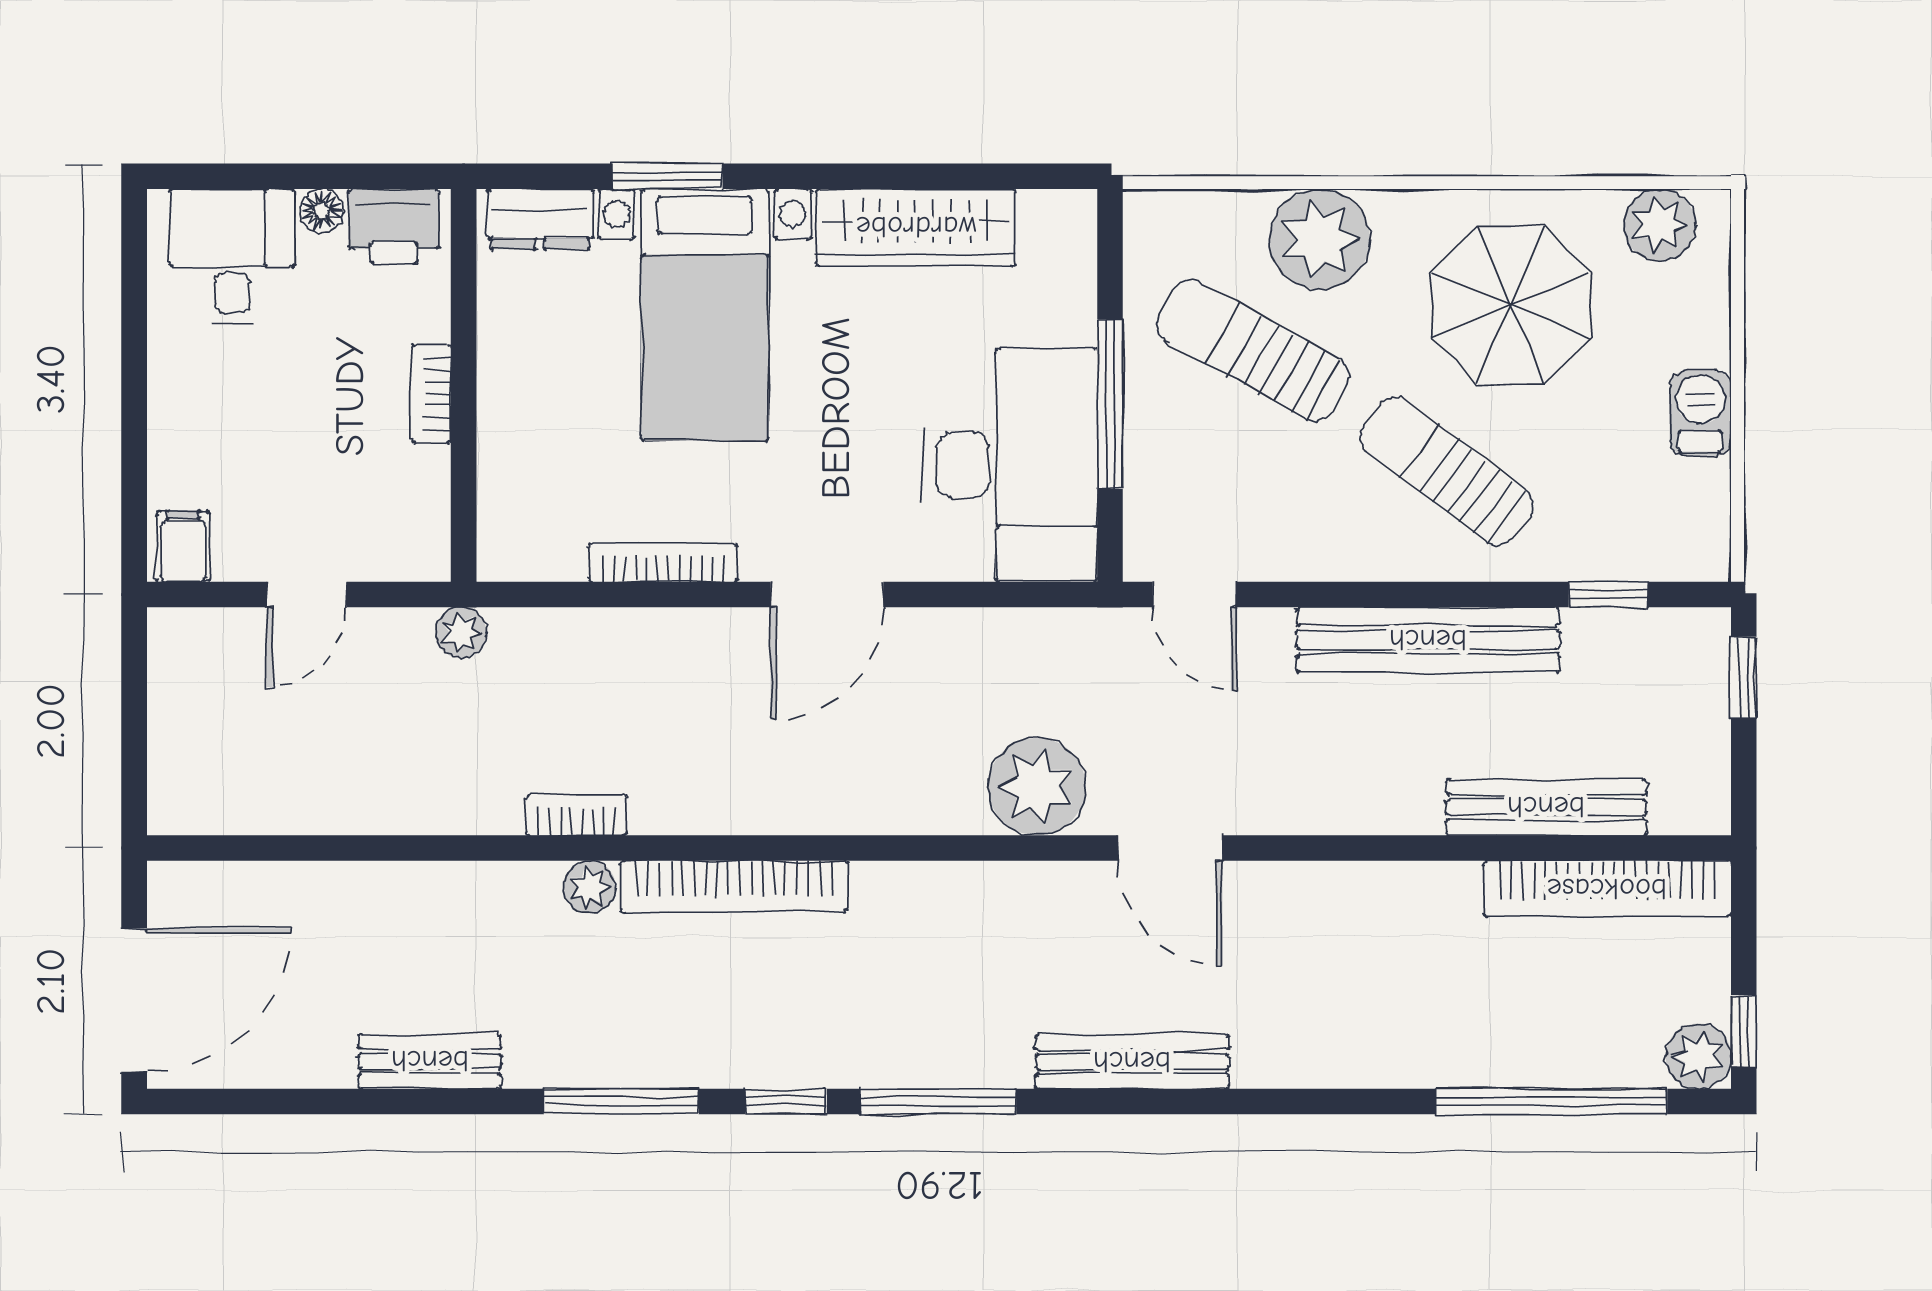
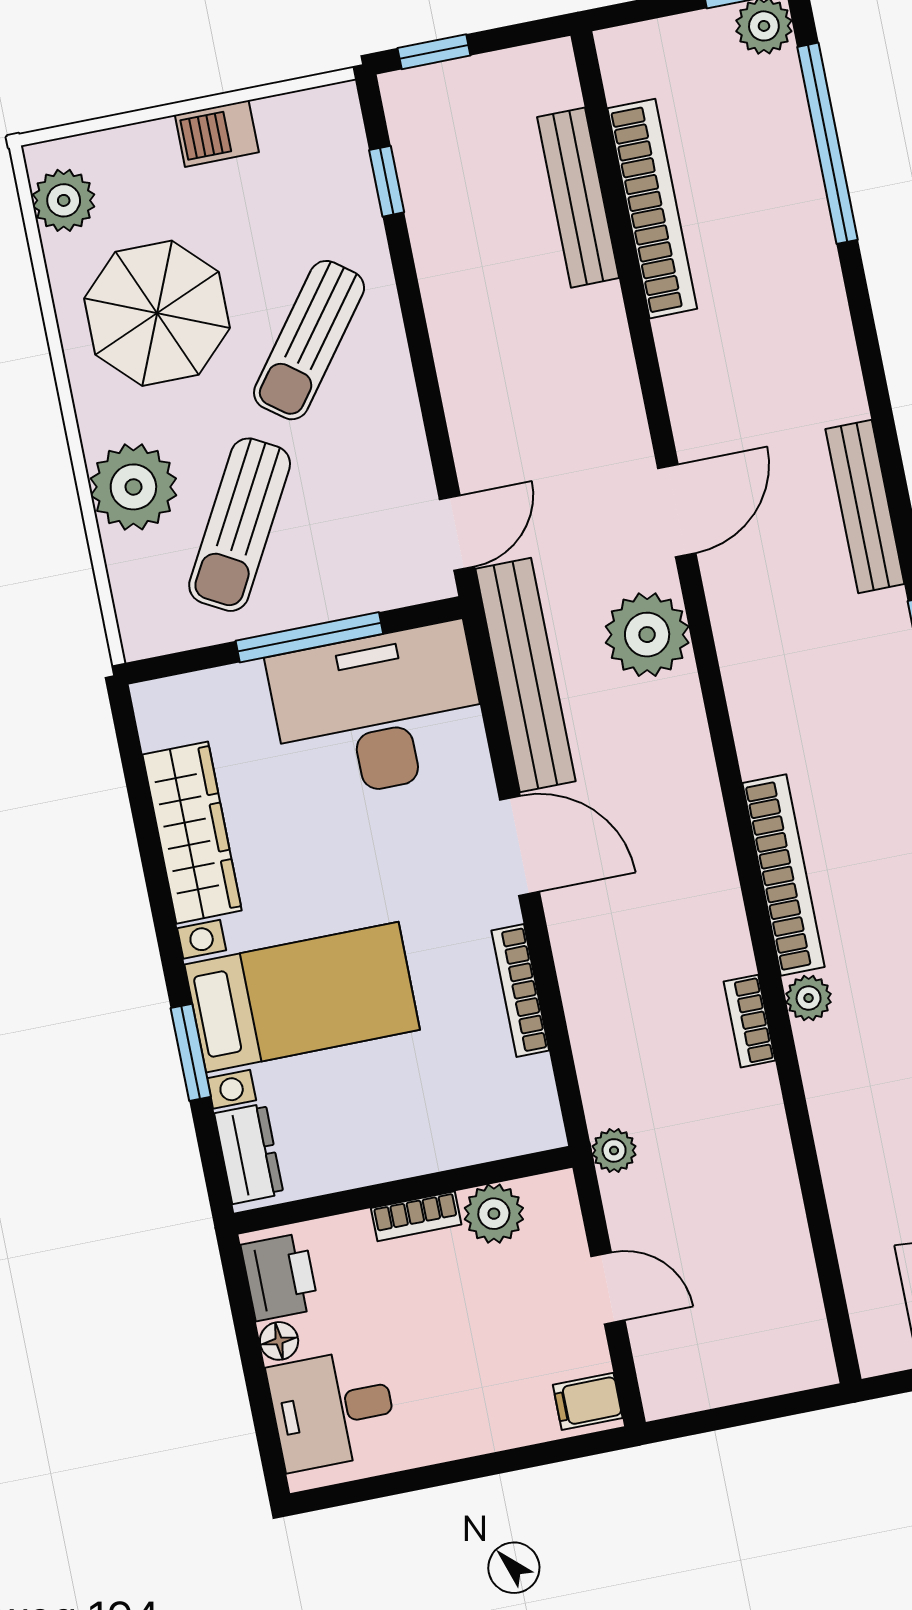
plant: (417, 483) -> (494, 1214), added
bench: (1428, 640) -> (525, 675), moved
bookcase: (1607, 889) -> (652, 209), moved

